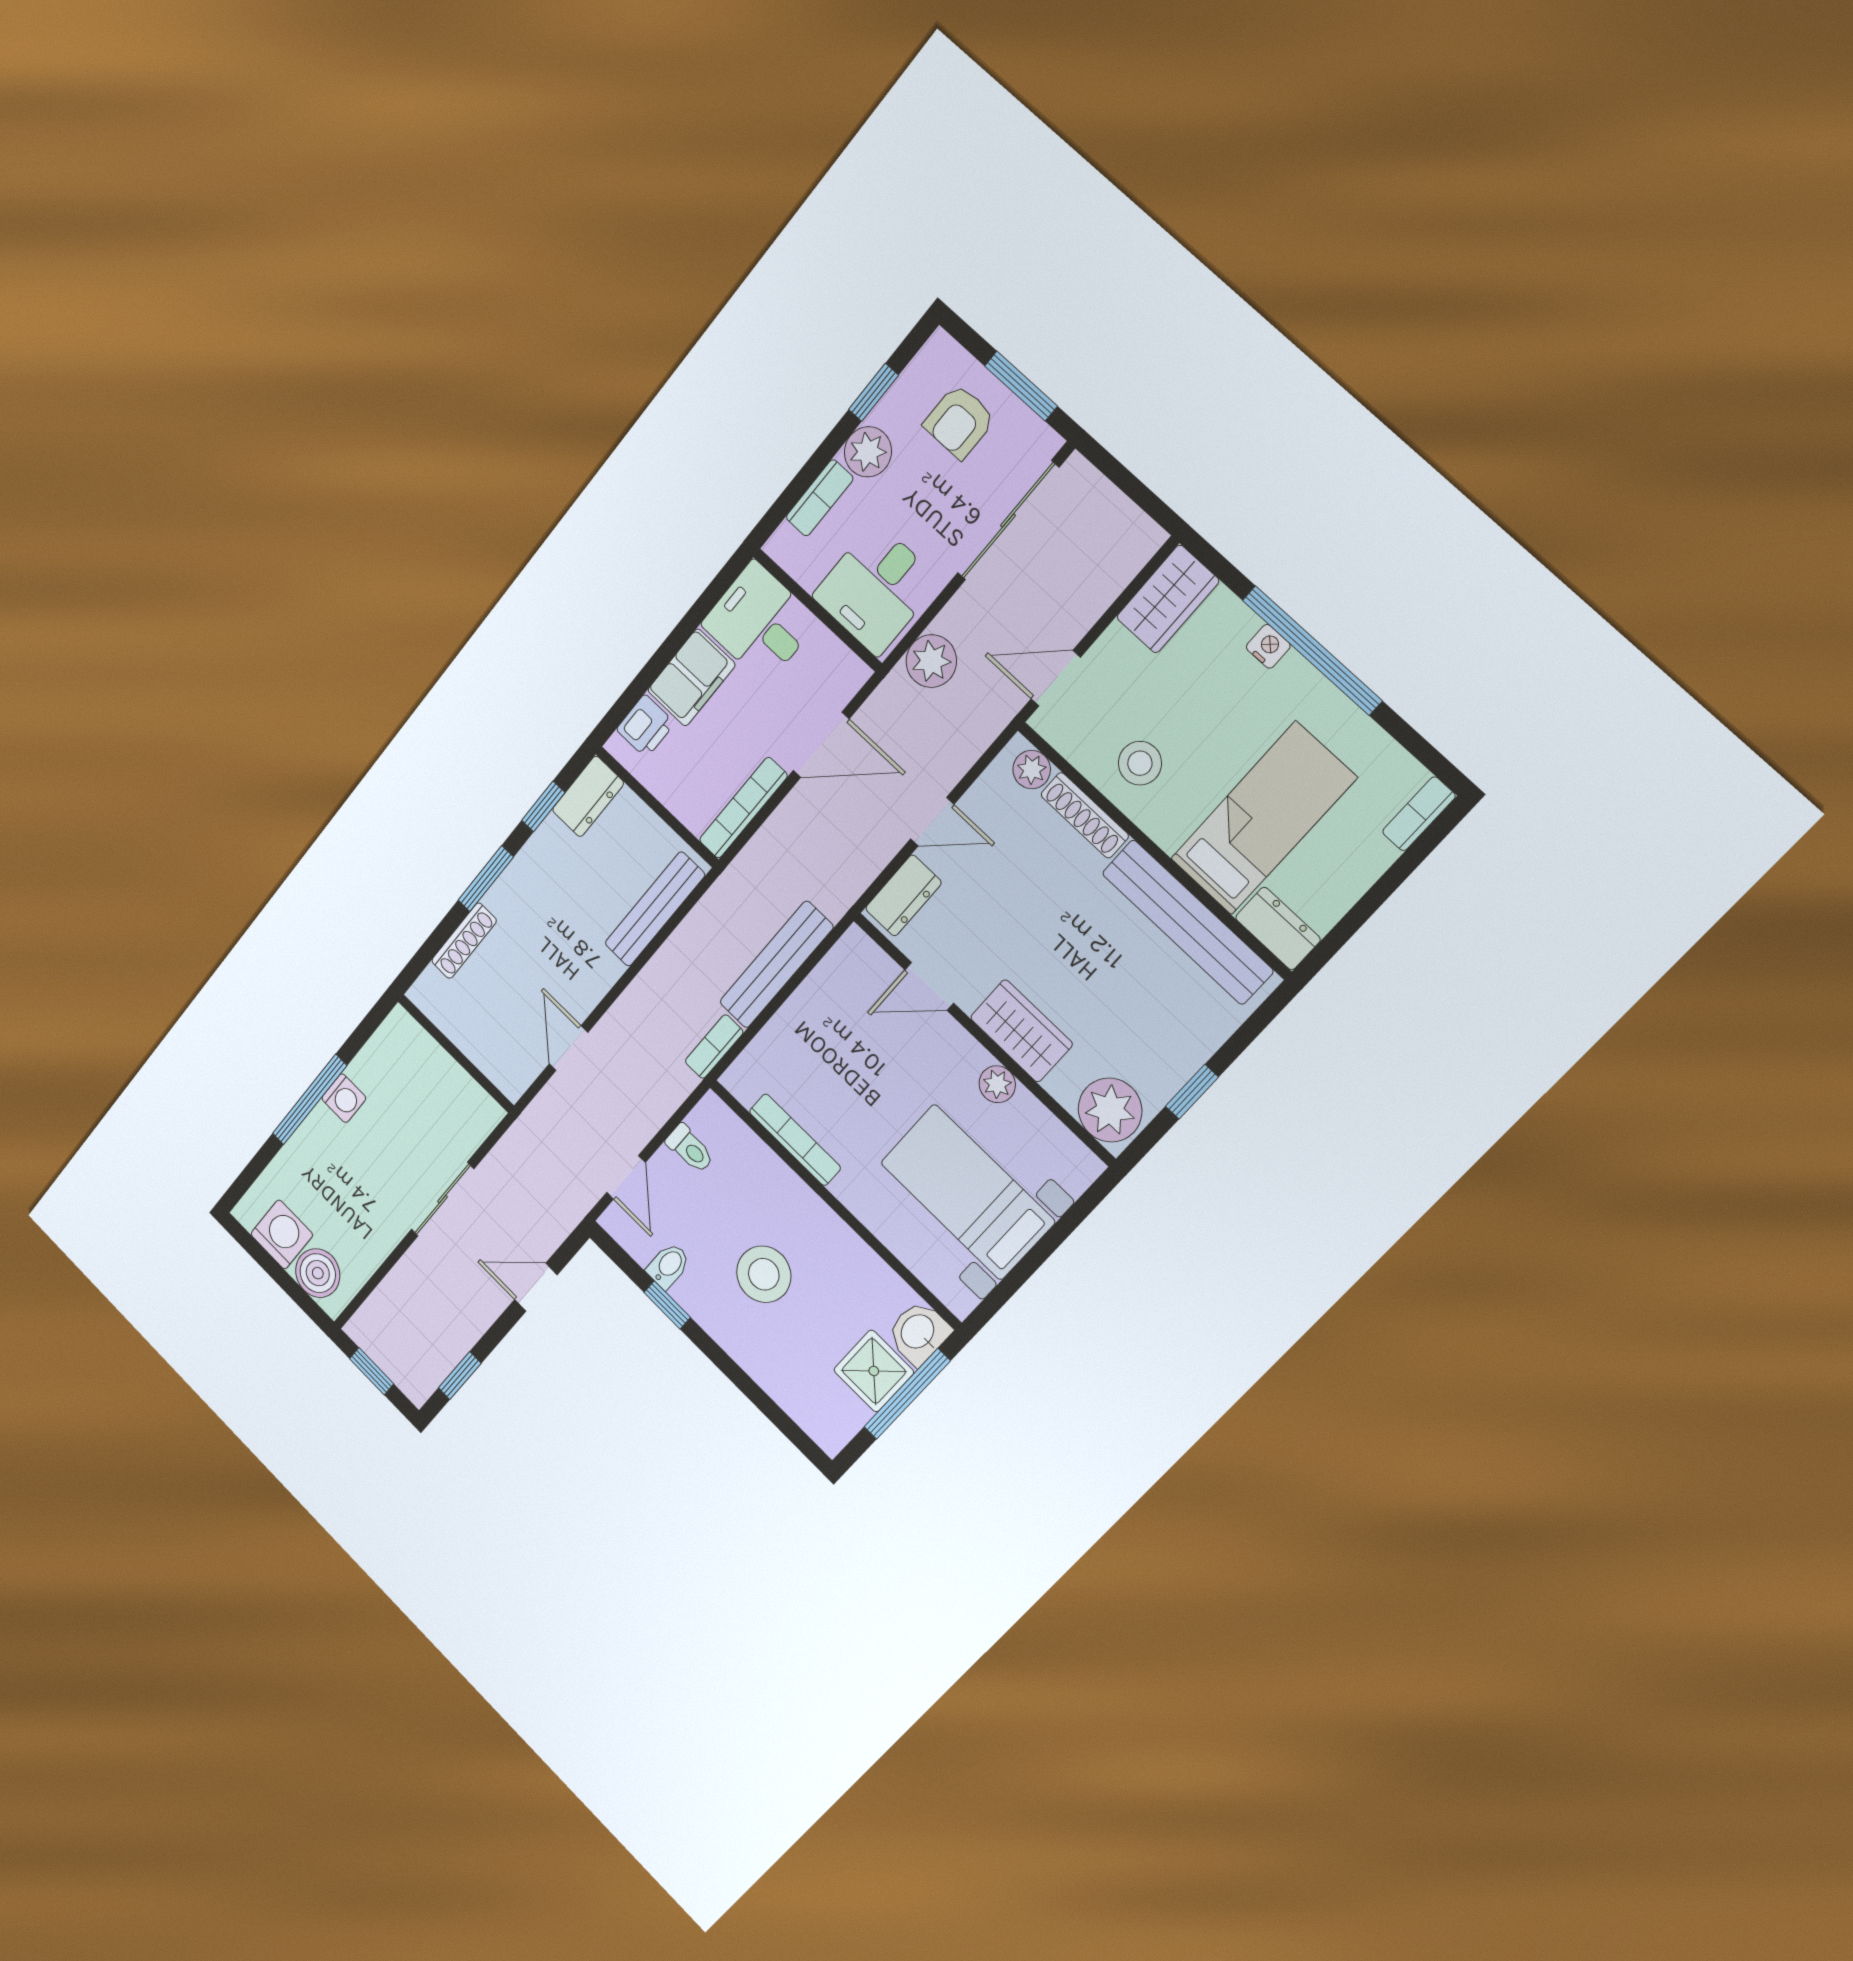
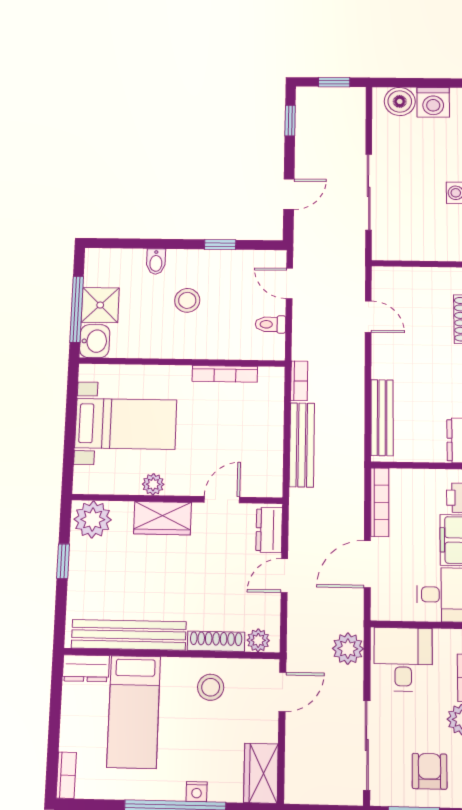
sliding door: (443, 1199) -> (369, 192), width x1.37
bidet: (668, 1266) -> (156, 262), moved
stool: (764, 1274) -> (187, 300), width x0.73, depth x0.73

